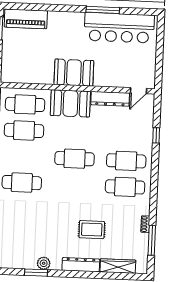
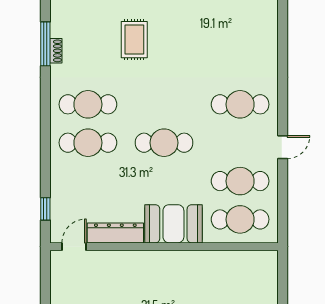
booth: (74, 73) -> (170, 269), removed
window: (156, 135) -> (45, 209), moved
rug: (92, 230) -> (134, 40), turned 90
window: (152, 240) -> (45, 44), moved

